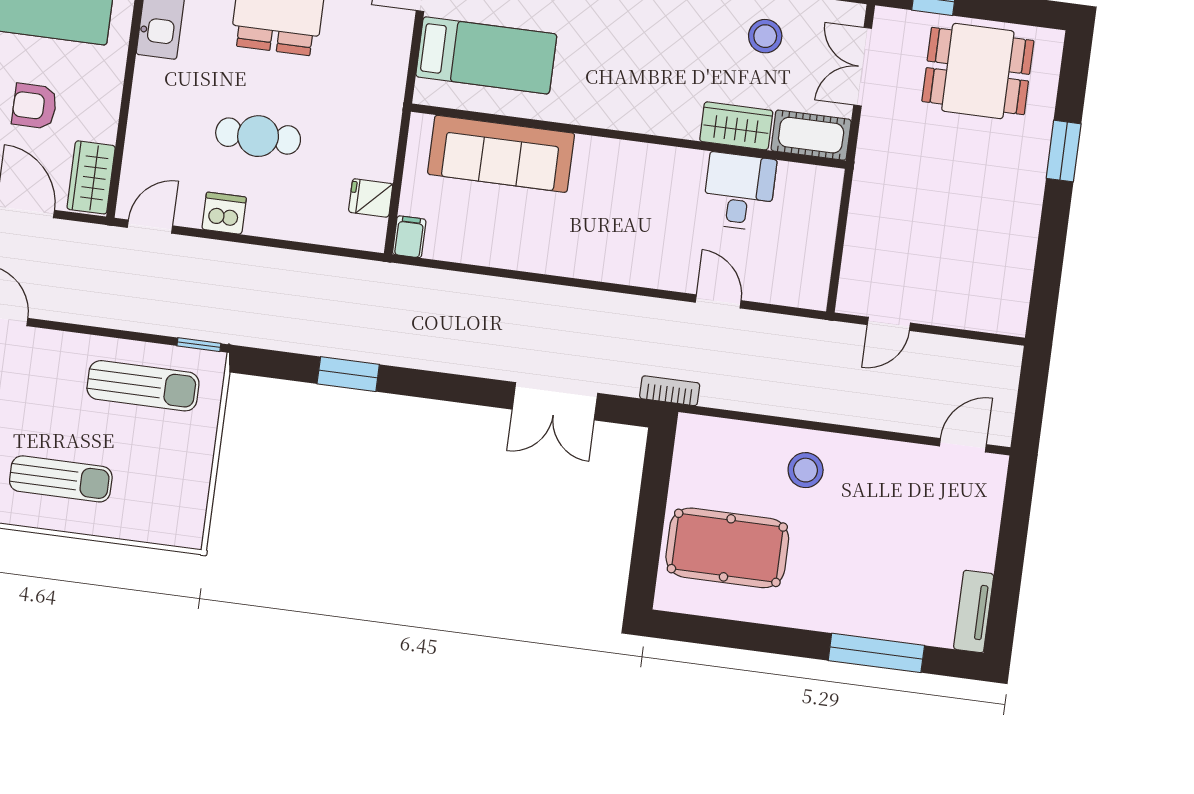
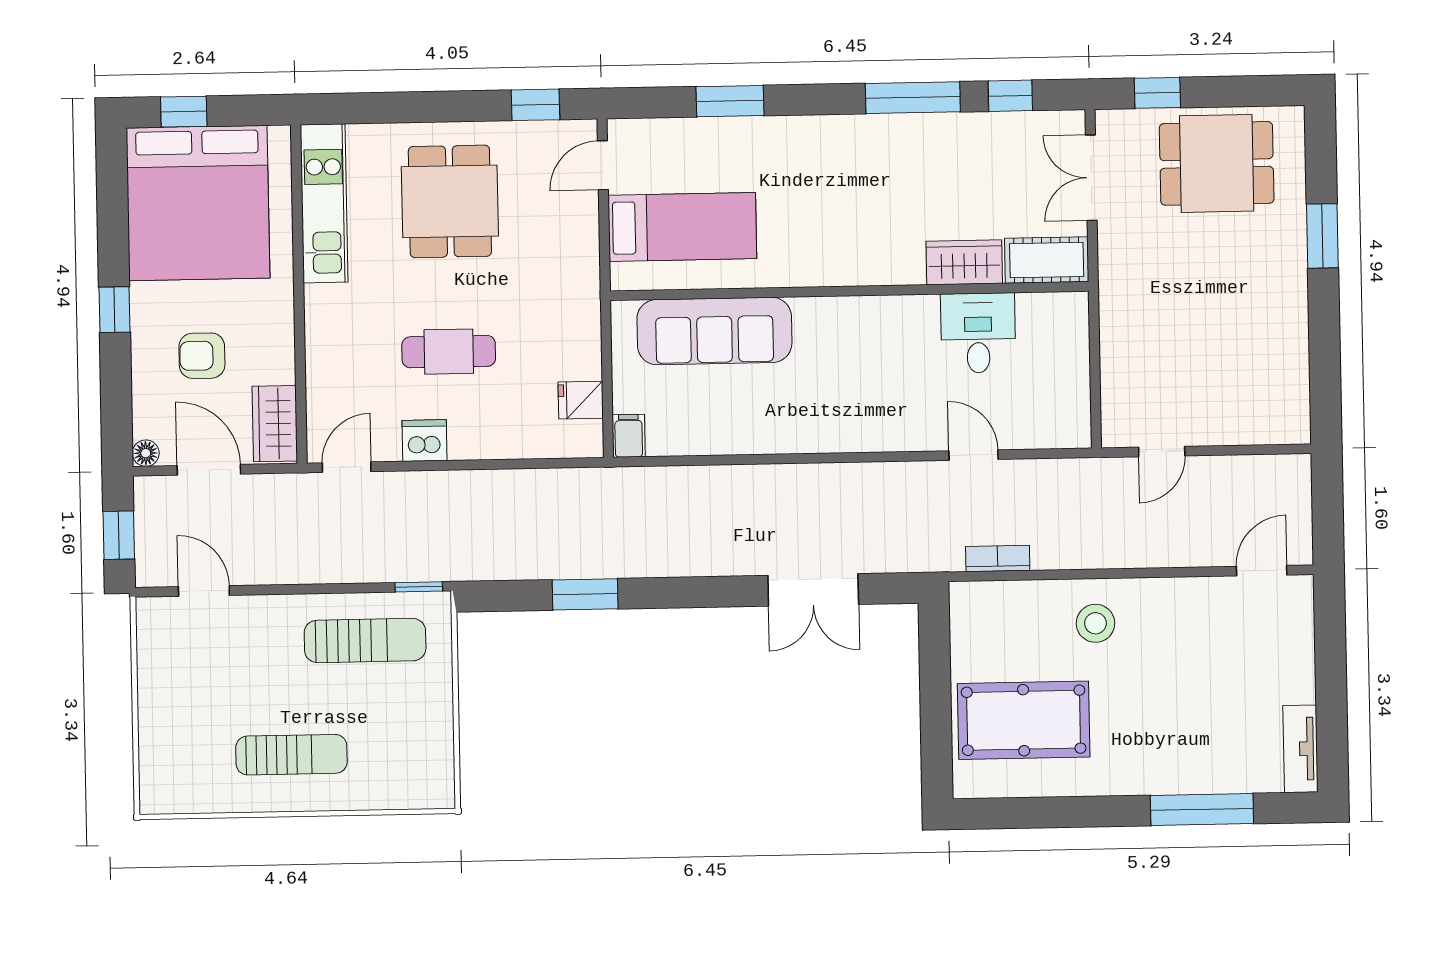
stool: (765, 36) -> (981, 161), removed
bookcase: (670, 391) -> (998, 559), moved

